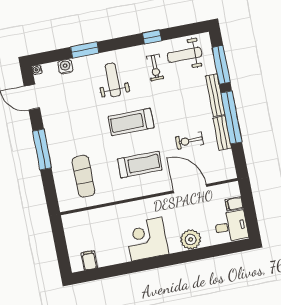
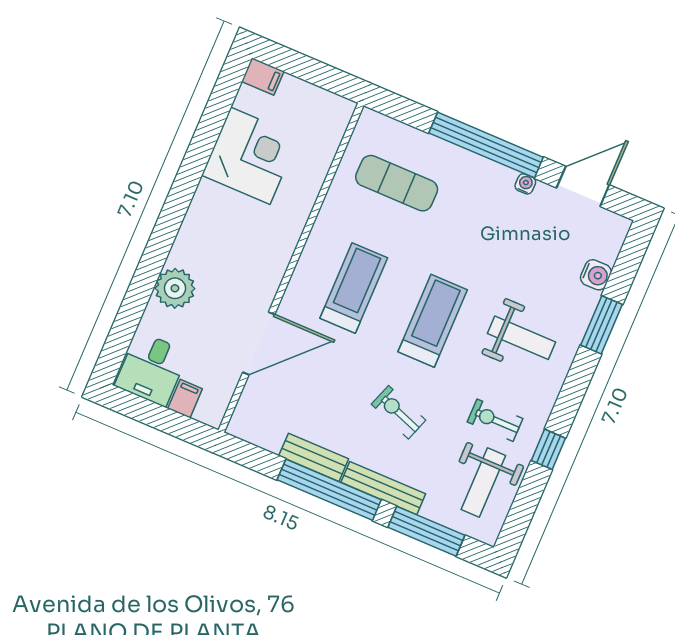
weight bench: (184, 55) -> (483, 482), turned 180
water cooler: (37, 70) -> (525, 184), moved
exercise bike: (190, 141) -> (399, 412), moved, turned -70
window: (42, 150) -> (486, 145), width x1.46
treadmill: (140, 164) -> (354, 288), turned 180
corner desk: (147, 239) -> (250, 156), moved
filing cabinet: (89, 260) -> (263, 76), moved

